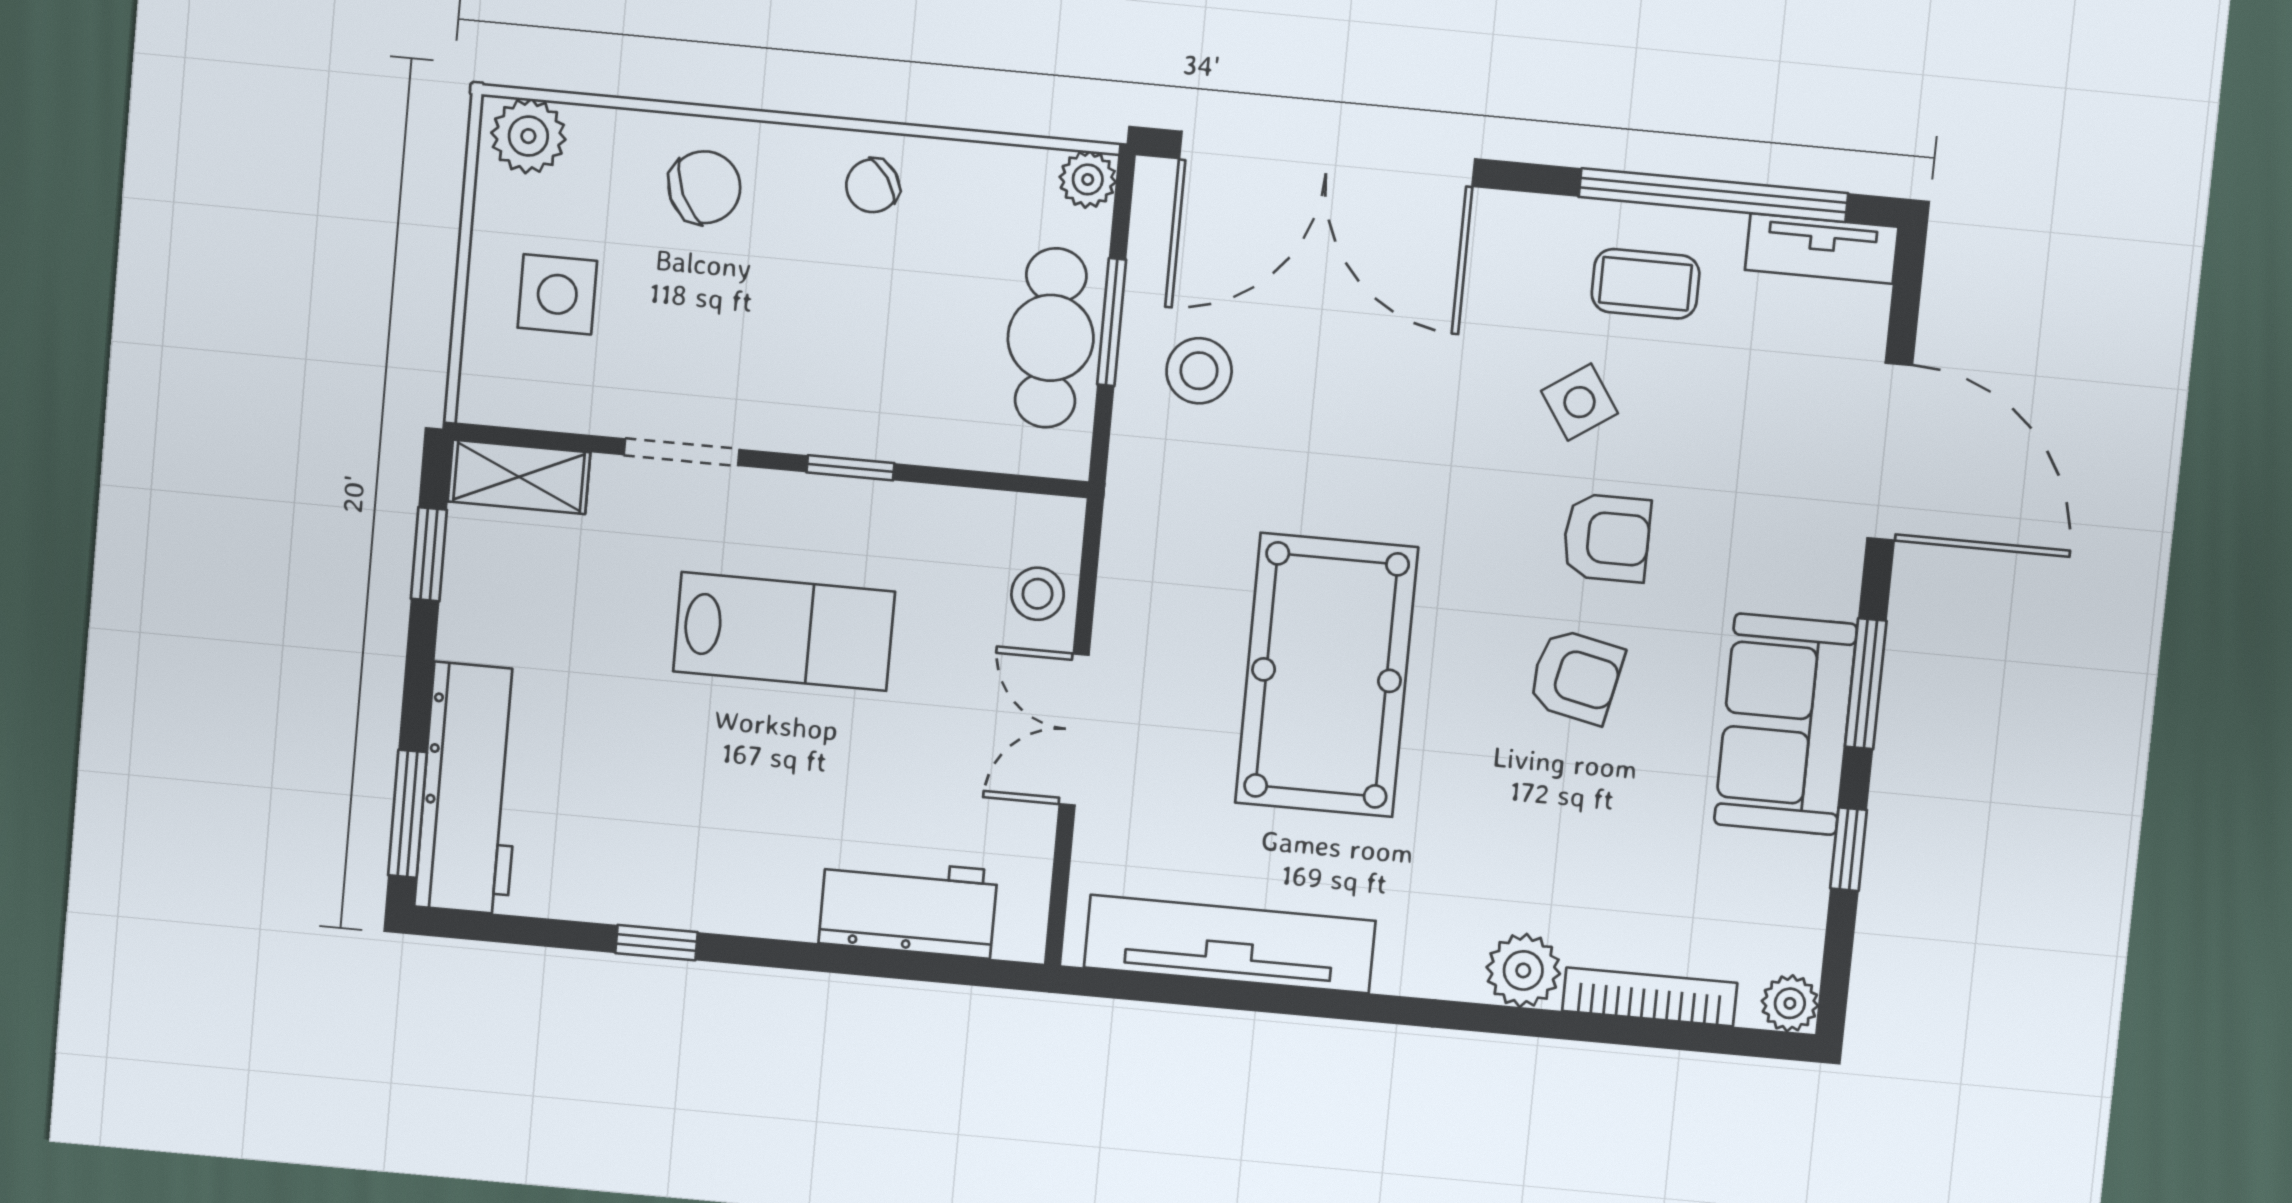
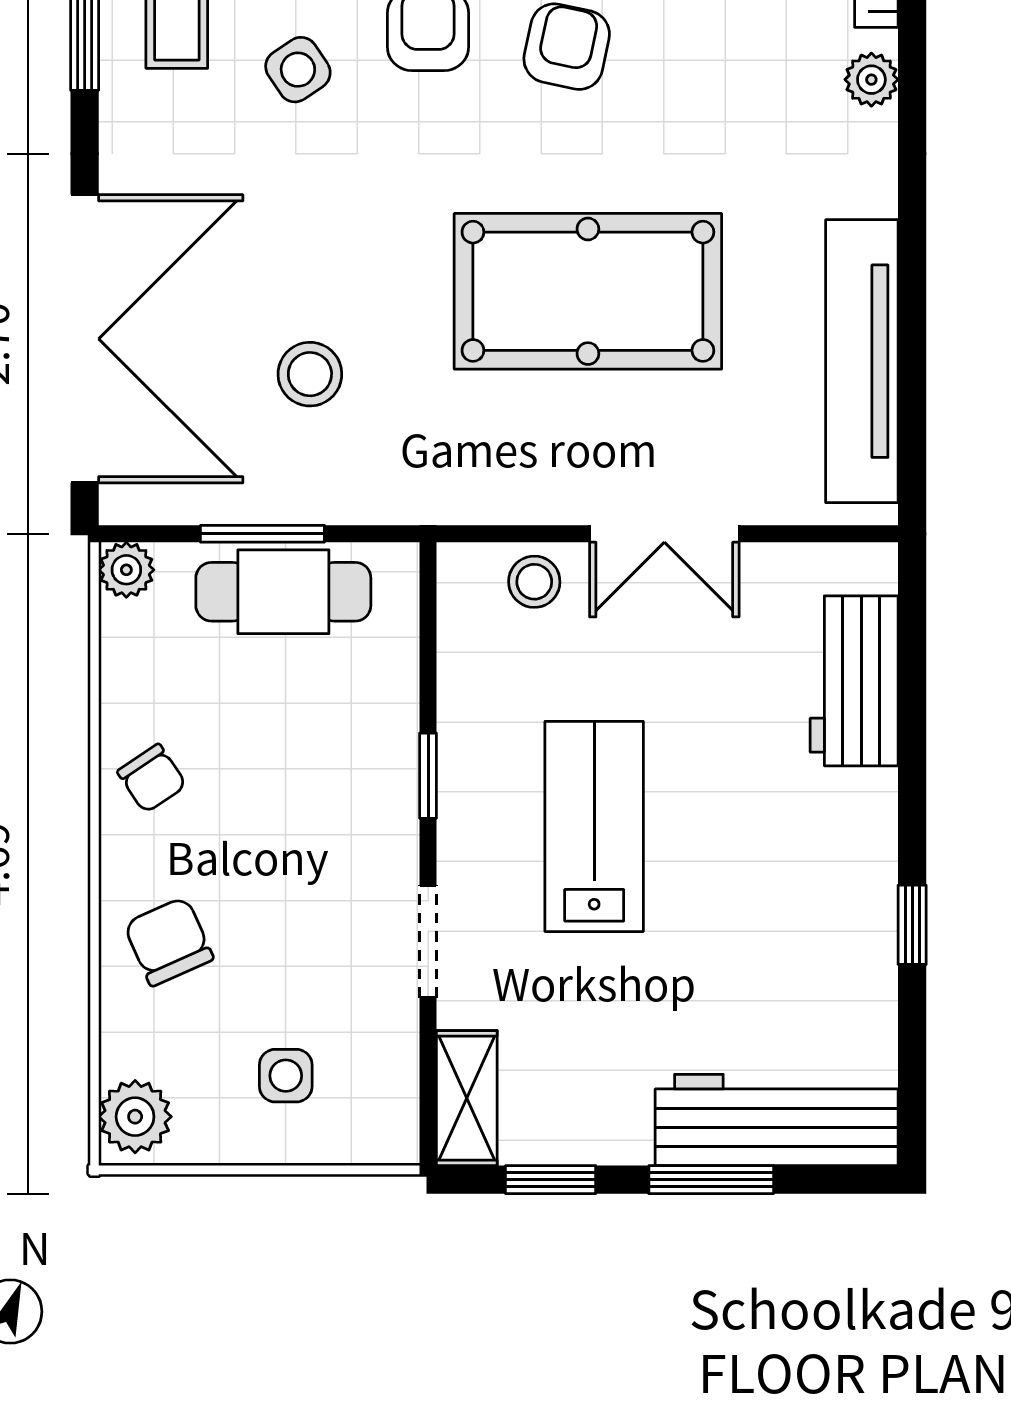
side table: (557, 294) -> (286, 1076), width x0.73, depth x0.73
stool: (1199, 371) -> (310, 374), moved
window: (407, 814) -> (711, 1180), moved
plant: (1523, 970) -> (871, 80), width x0.73, depth x0.73

